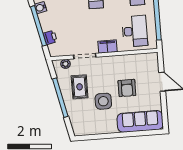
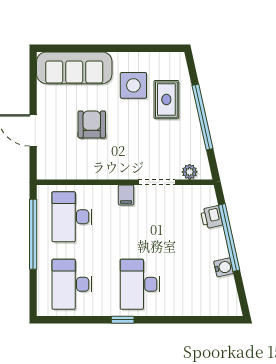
filing cabinet: (107, 47) -> (126, 195), width x0.50
rug: (80, 87) -> (166, 100), moved
side table: (103, 101) -> (133, 85), moved

